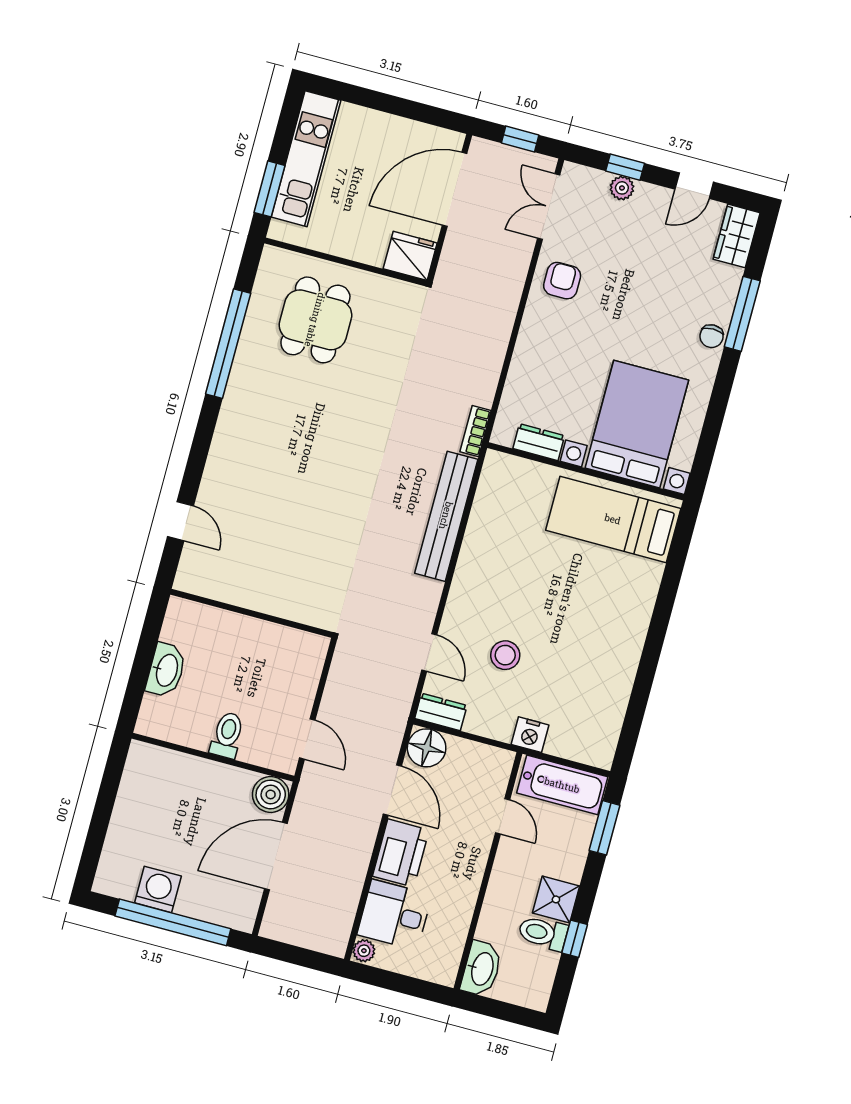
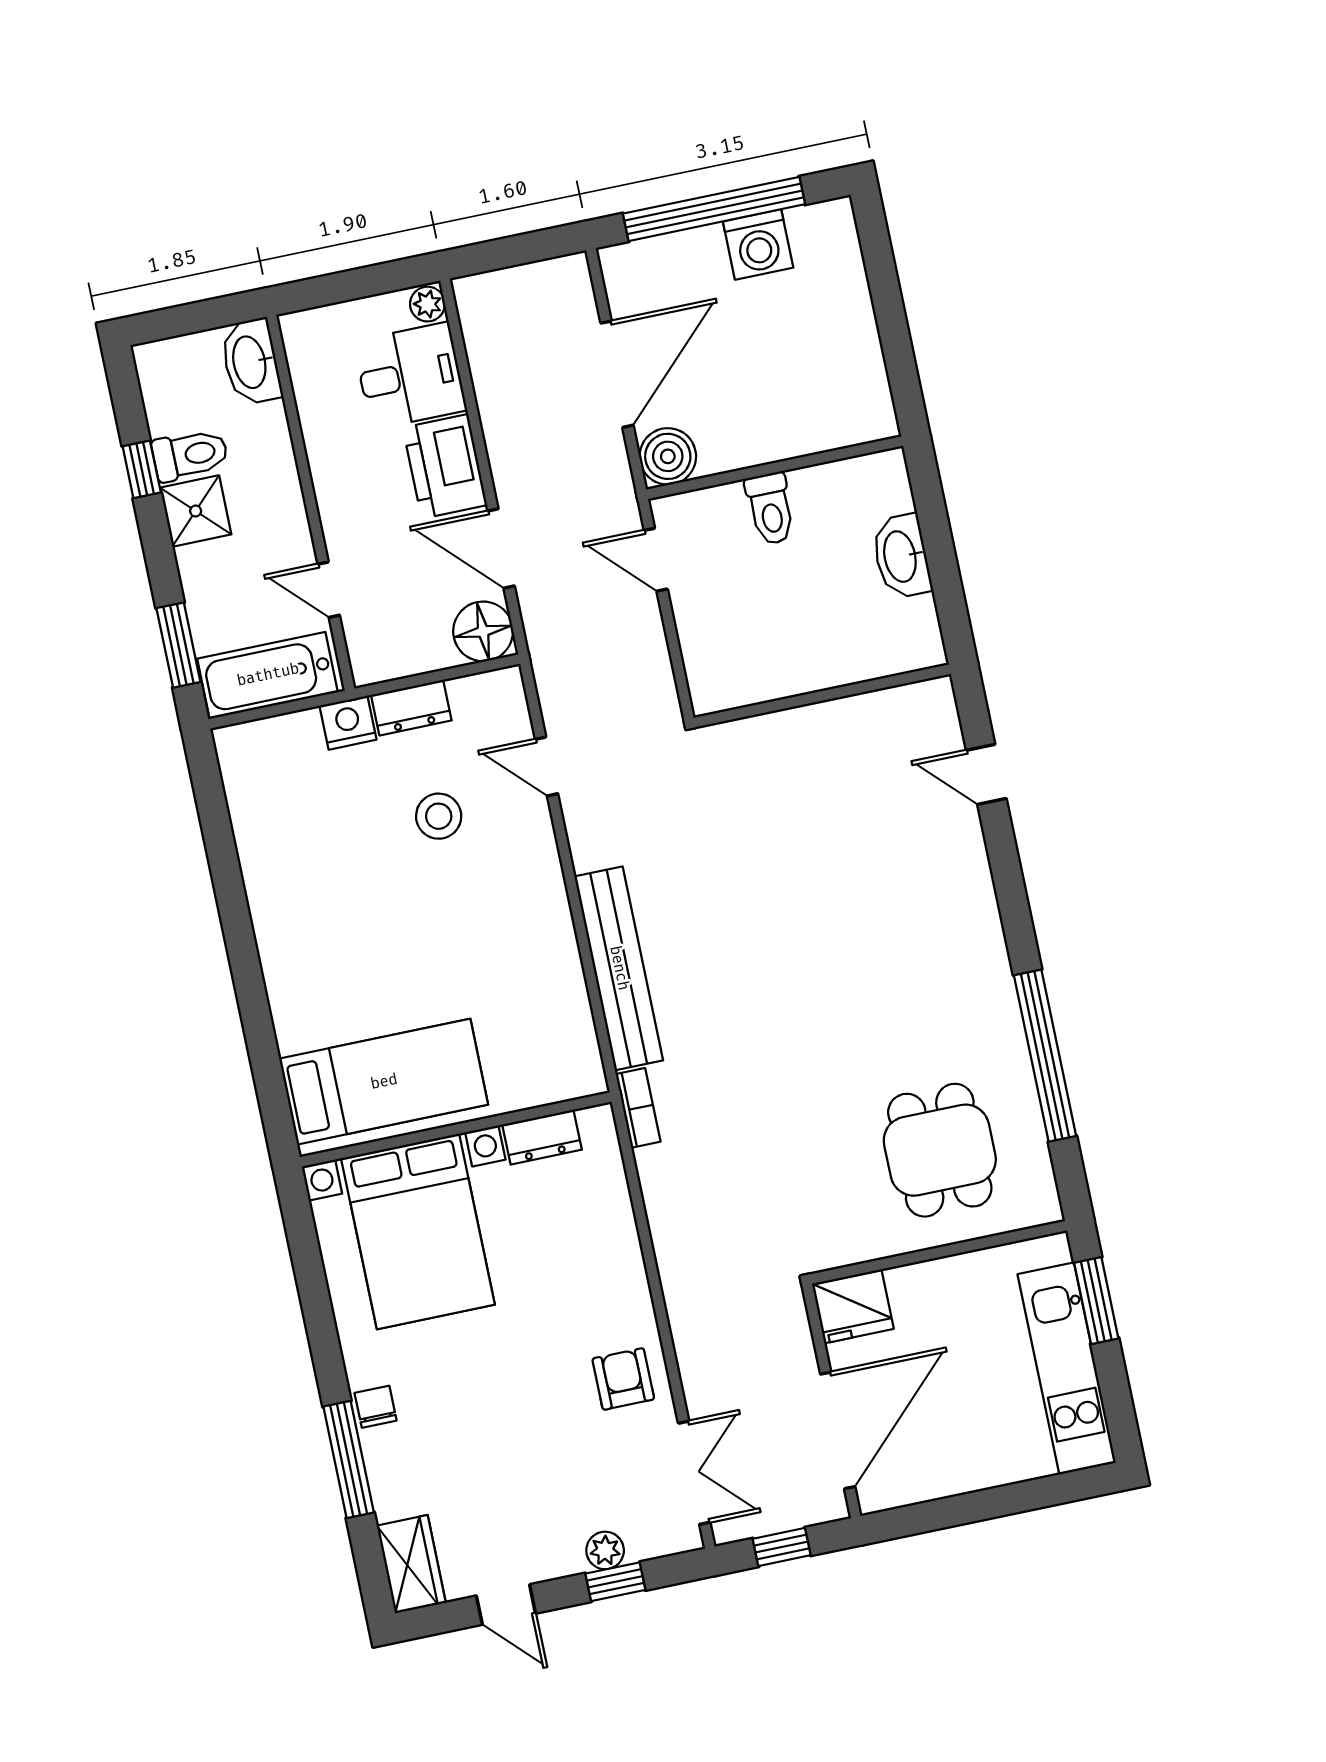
door: (694, 186) -> (506, 1605), swing flipped
armchair: (562, 281) -> (623, 1379), turned 180
dresser: (441, 712) -> (411, 708), moved

